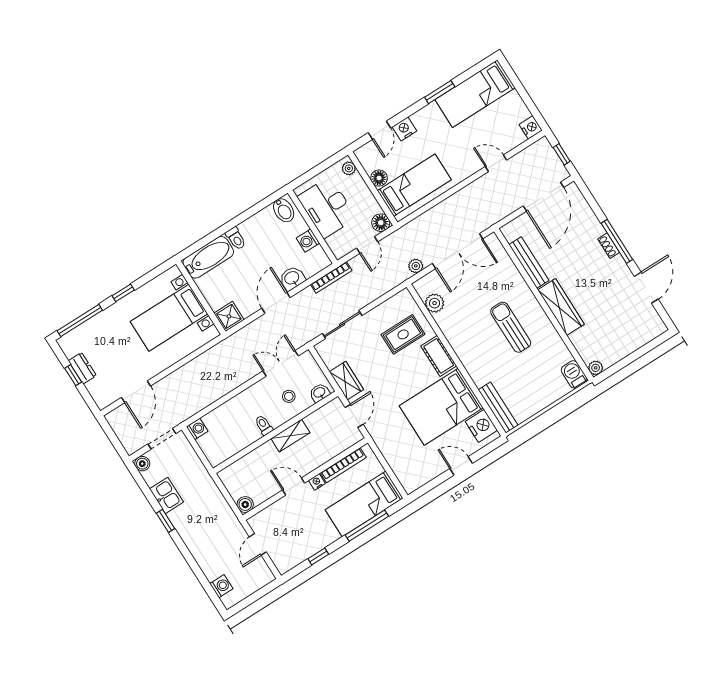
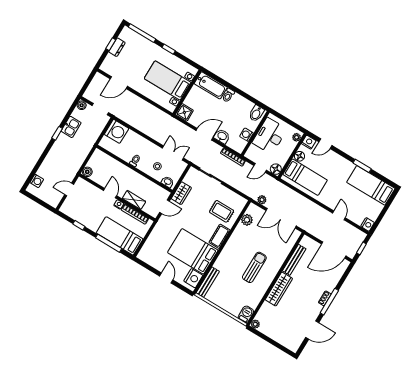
nightstand: (404, 129) -> (309, 142), moved
washing machine: (197, 429) -> (117, 131), width x1.89, depth x1.89
shelving: (290, 436) -> (134, 200), moved

